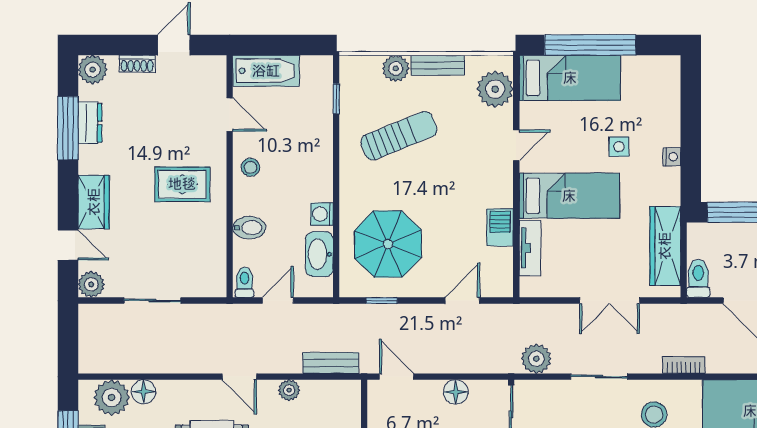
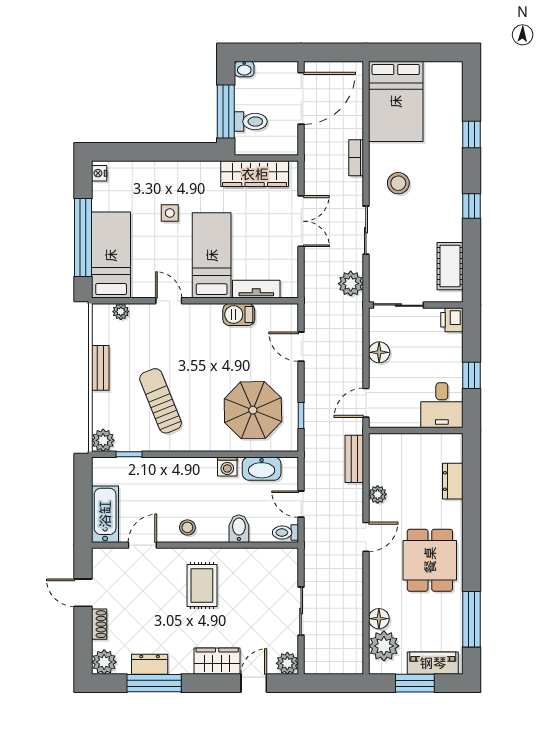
plant: (396, 68) -> (103, 440), moved
plant: (495, 89) -> (121, 312), width x0.53, depth x0.53
nightstand: (672, 157) -> (99, 173), moved, turned -90
toilet: (698, 278) -> (251, 122), moved, turned 180

